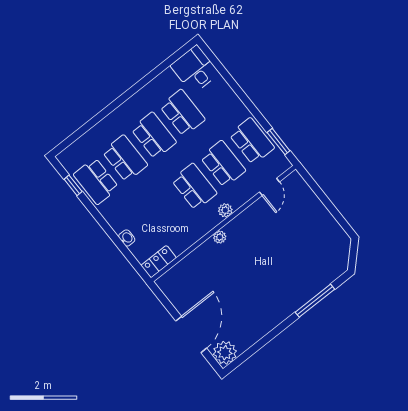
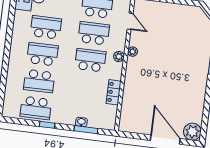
school desk: (125, 158) -> (39, 81), turned 180
window: (73, 185) -> (47, 125), moved
plant: (220, 237) -> (133, 52), moved
window: (124, 250) -> (86, 130), added
locker: (159, 262) -> (114, 92), moved

